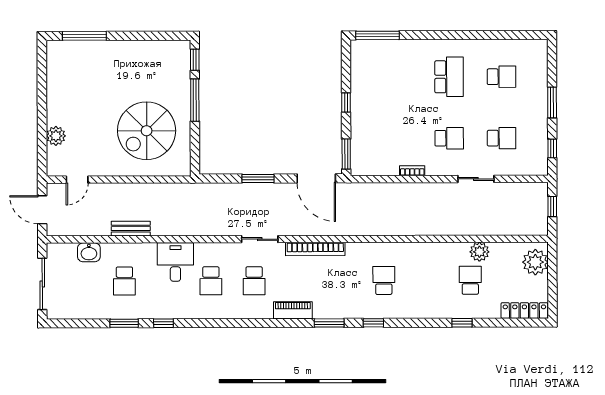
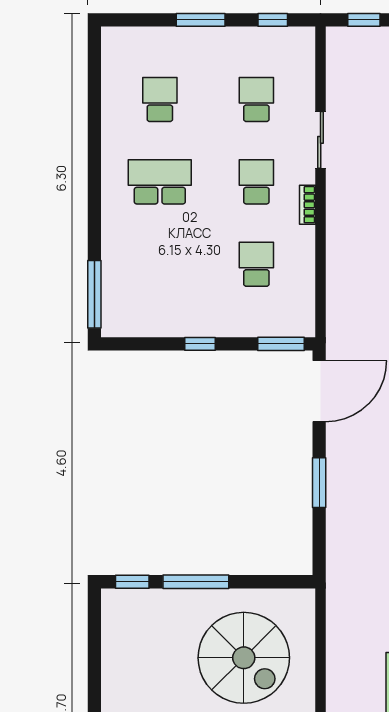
school desk: (397, 138) -> (256, 264), added
bookcase: (412, 171) -> (307, 205), moved

